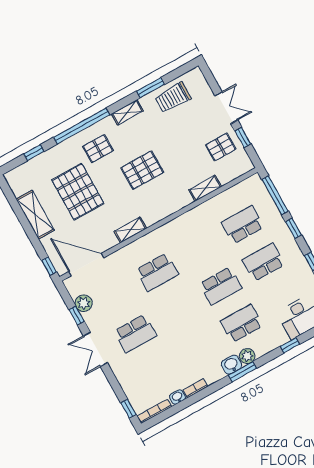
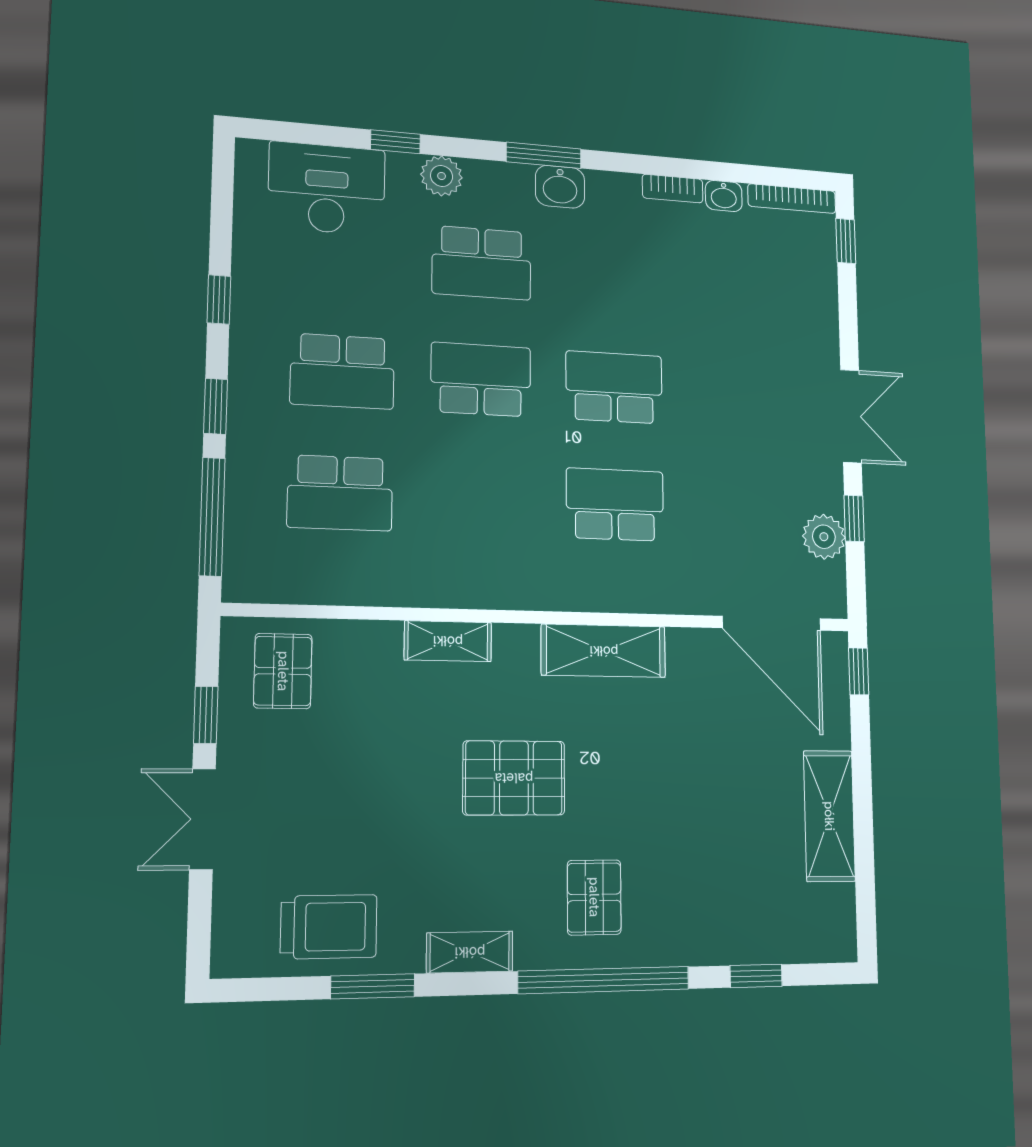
pallet: (221, 147) -> (283, 671), moved, turned 90
pallet: (98, 149) -> (594, 897), turned 90
shelving: (205, 188) -> (448, 641), moved
pallet: (78, 192) -> (700, 814), removed
shelving: (130, 230) -> (604, 651), width x1.50, depth x1.33
school desk: (135, 333) -> (614, 387), moved
plant: (247, 356) -> (442, 176), moved

